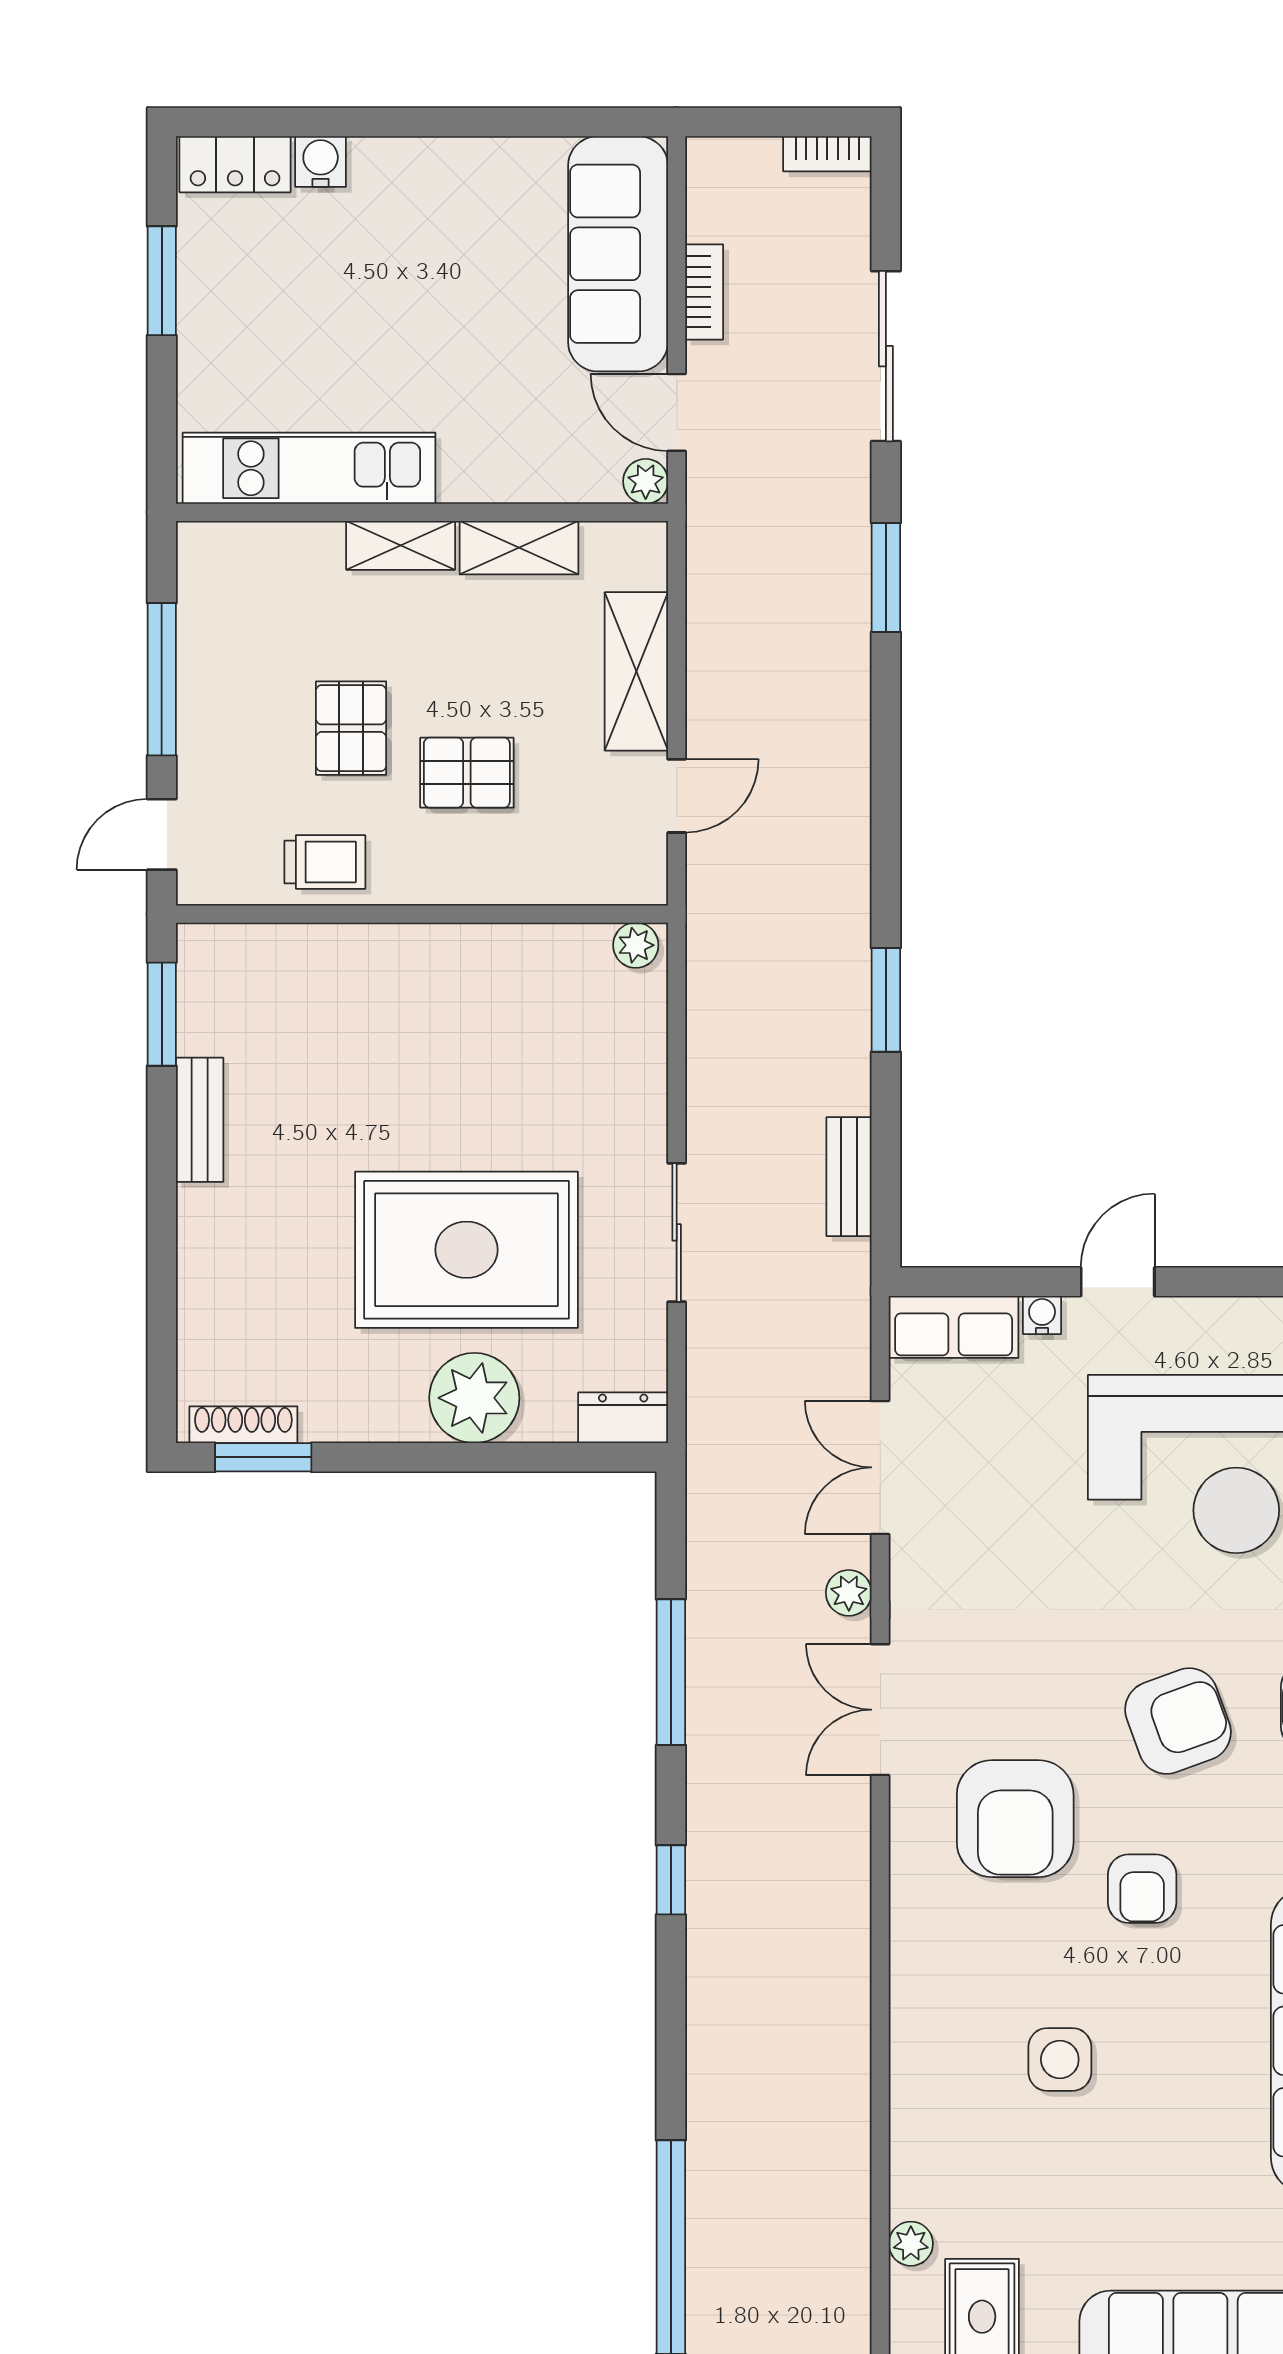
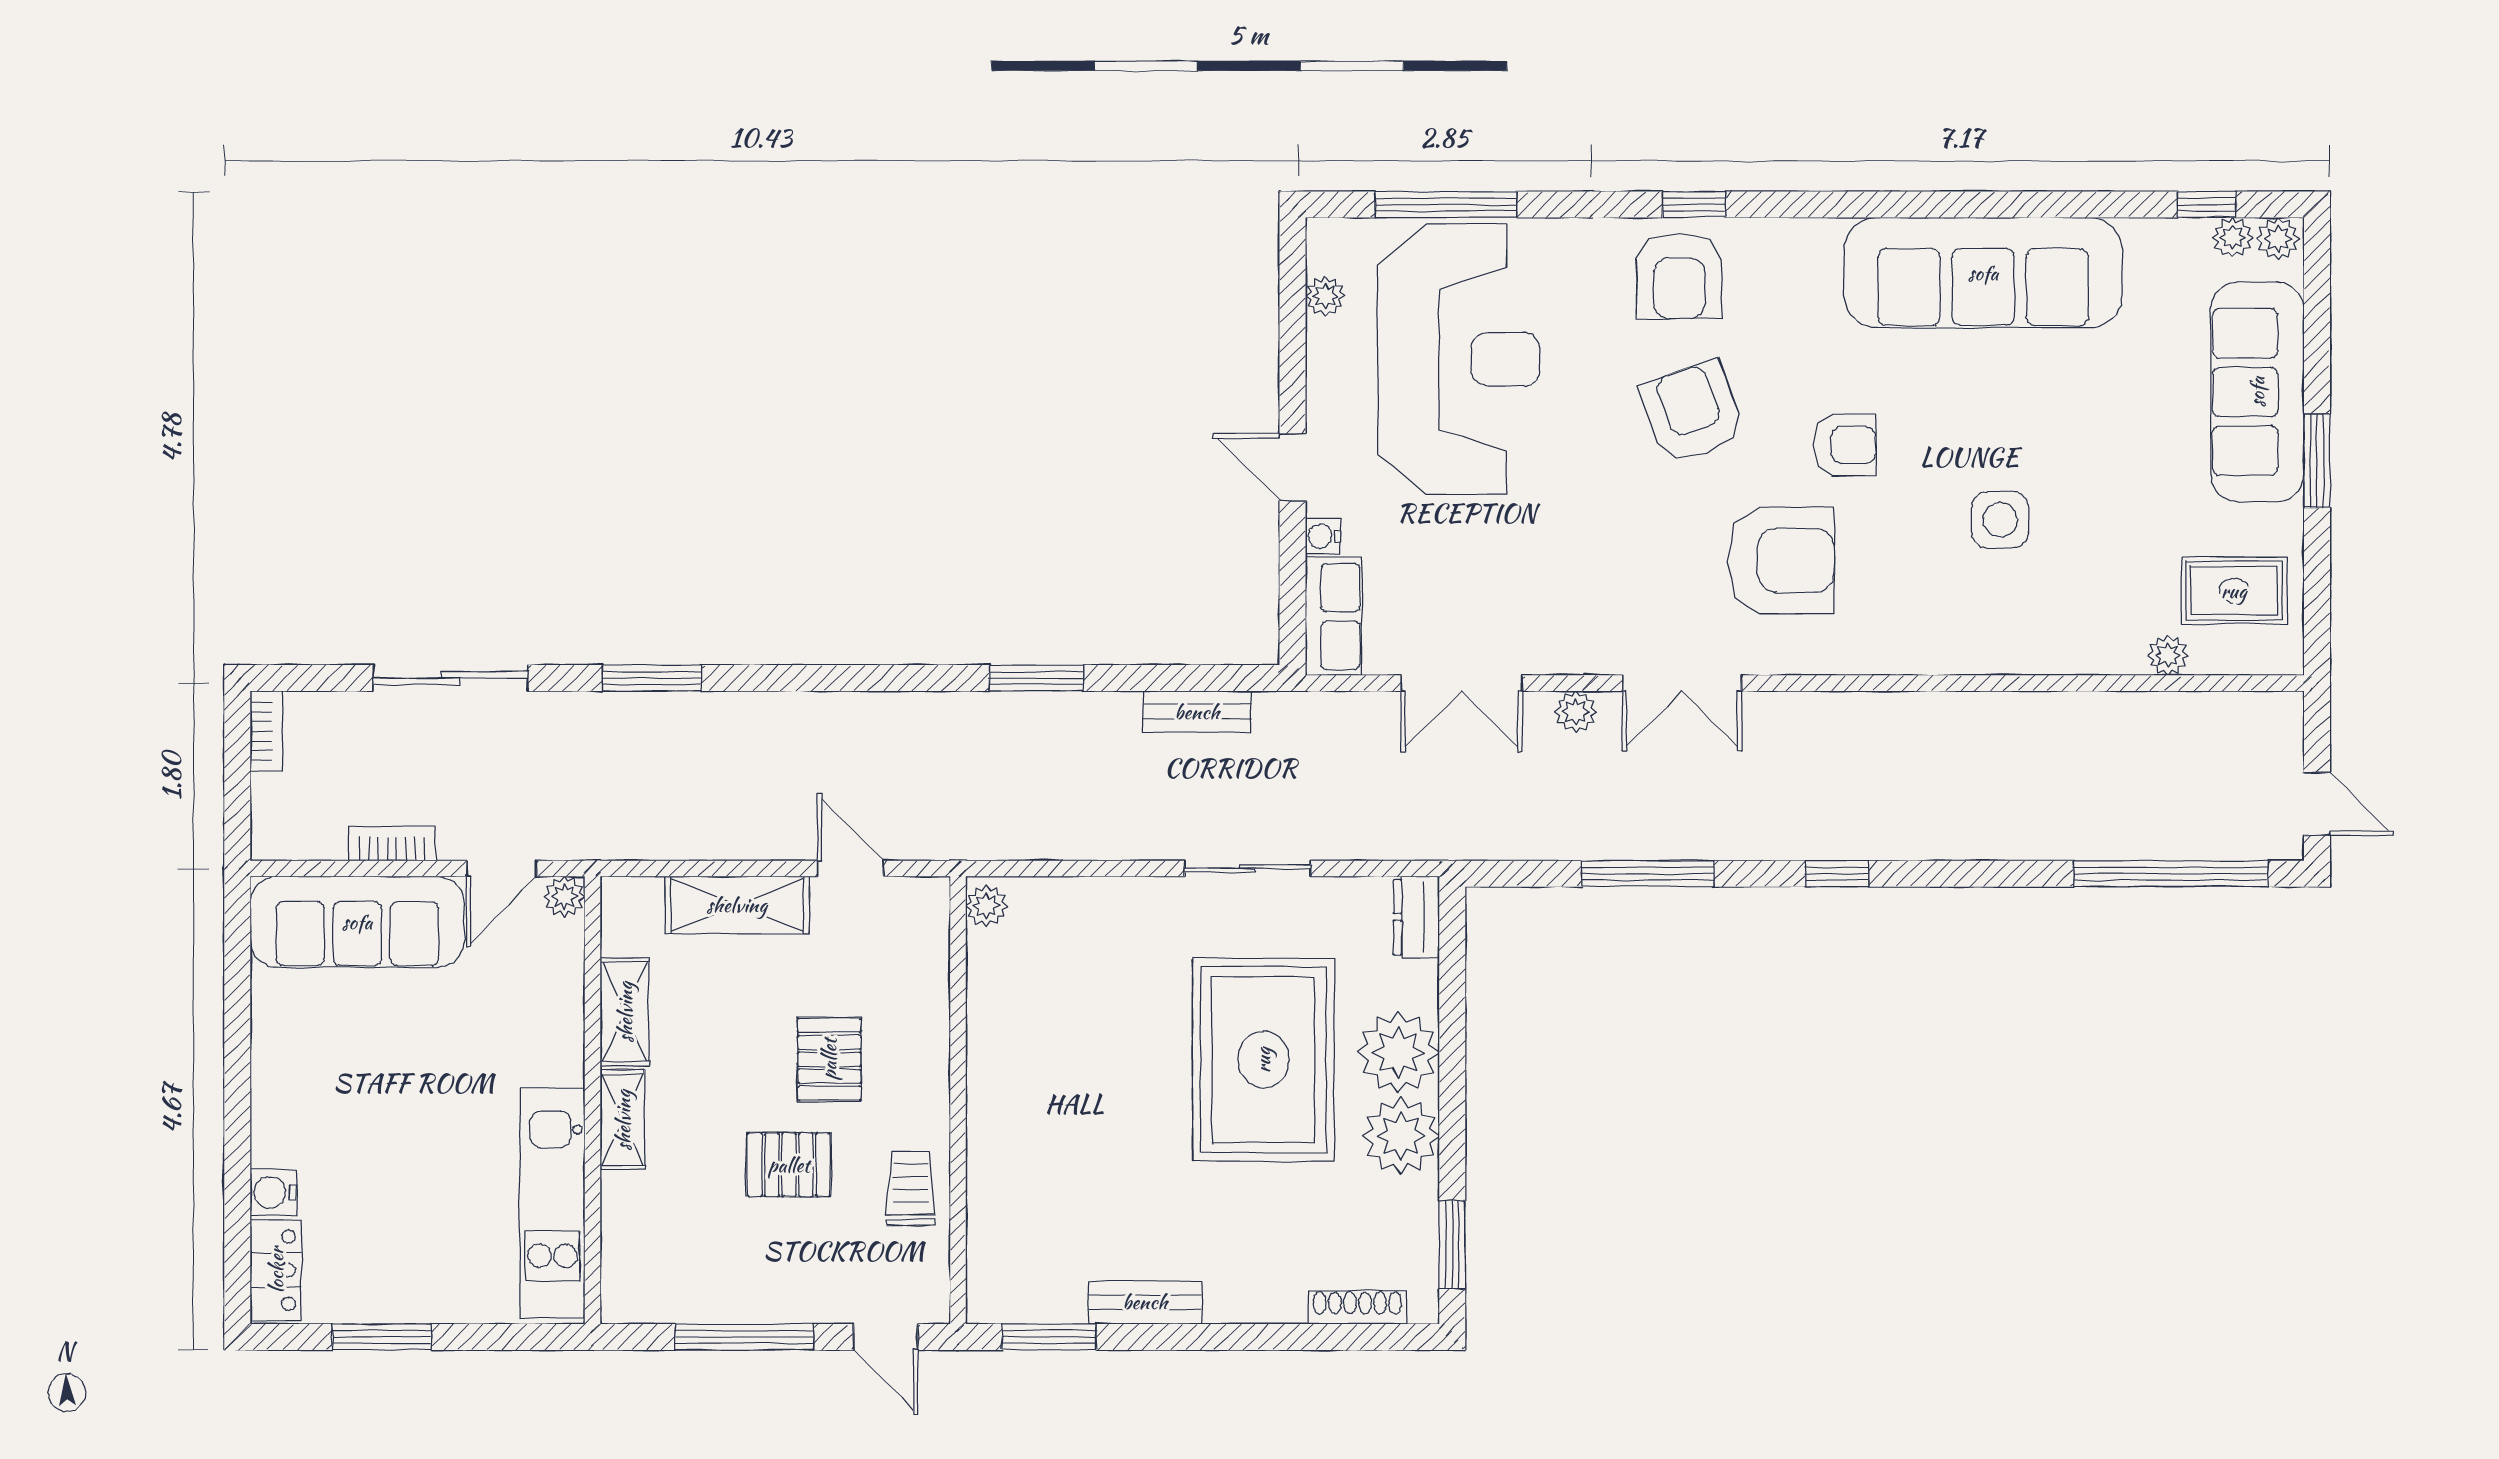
plant: (383, 1401) -> (1401, 1136), added
shoe rack: (243, 1425) -> (1357, 1307), moved, turned 90

